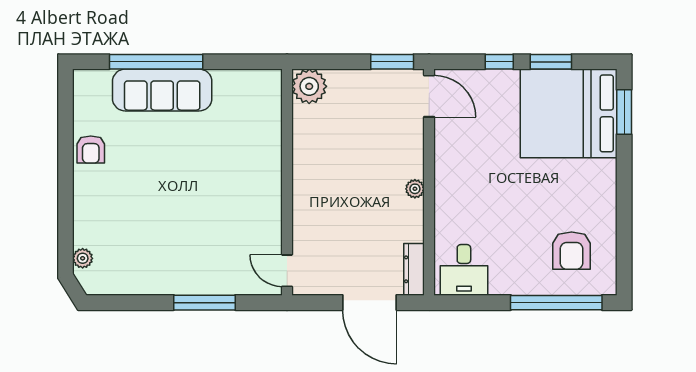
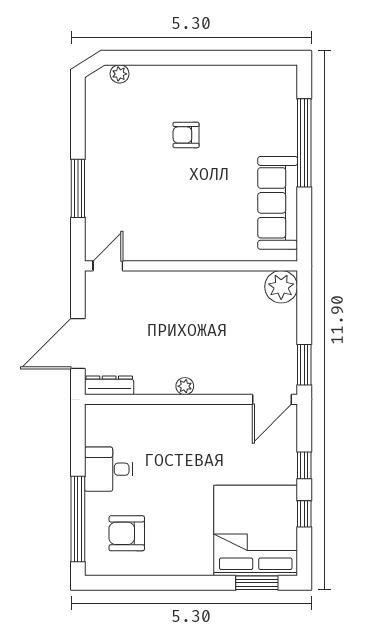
window: (551, 62) -> (304, 514), width x0.67
sofa: (162, 90) -> (278, 203), moved
armchair: (91, 149) -> (186, 135), moved
desk: (464, 270) -> (109, 469), moved

